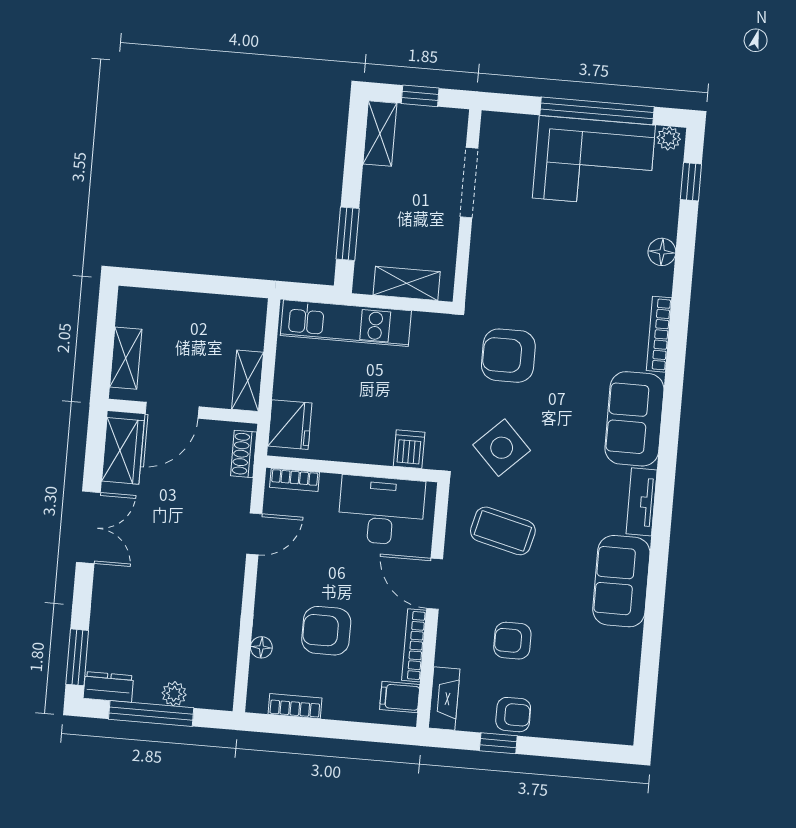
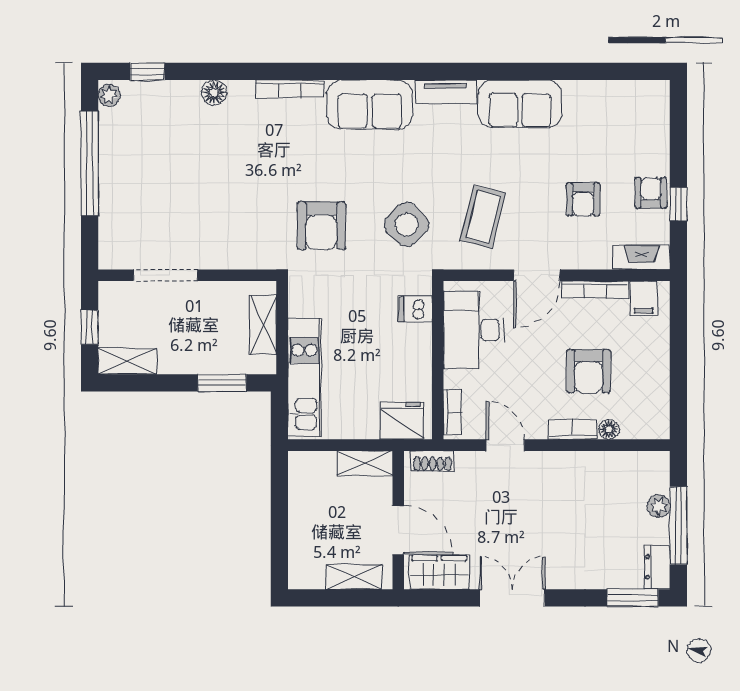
corner sofa: (594, 162) -> (136, 162), removed
bookcase: (295, 706) -> (573, 430), moved, turned 90

